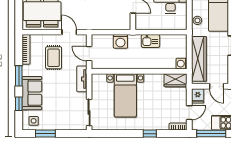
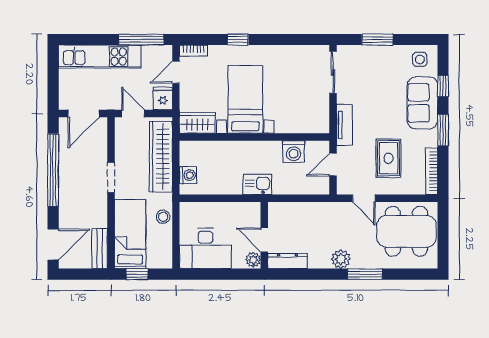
washing machine: (120, 41) -> (294, 152), moved, turned 180
kitchen sink: (151, 41) -> (257, 185), moved
door: (89, 54) -> (333, 165), swing flipped
washing machine: (182, 64) -> (188, 175), moved
bed with nightstands: (125, 95) -> (245, 99), moved
window: (45, 134) -> (377, 40), moved

